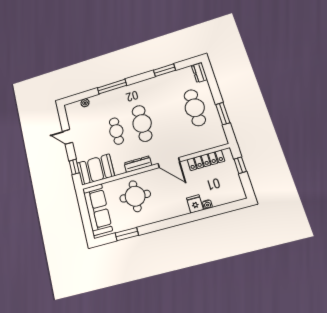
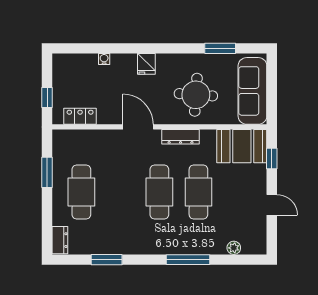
cafe table: (116, 131) -> (198, 192), width x1.37, depth x1.35
locker: (206, 160) -> (80, 116), width x0.66
fridge: (195, 204) -> (146, 64), moved

